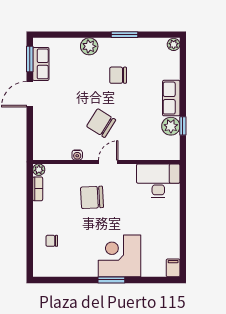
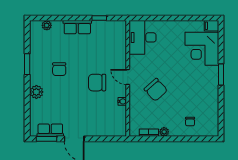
plant: (174, 44) -> (47, 25), moved
chair: (101, 123) -> (97, 83), turned 58
plant: (171, 126) -> (100, 28), removed
plant: (39, 170) -> (164, 132), moved
chair: (92, 197) -> (156, 90), turned -39
corner desk: (120, 256) -> (202, 49), moved

